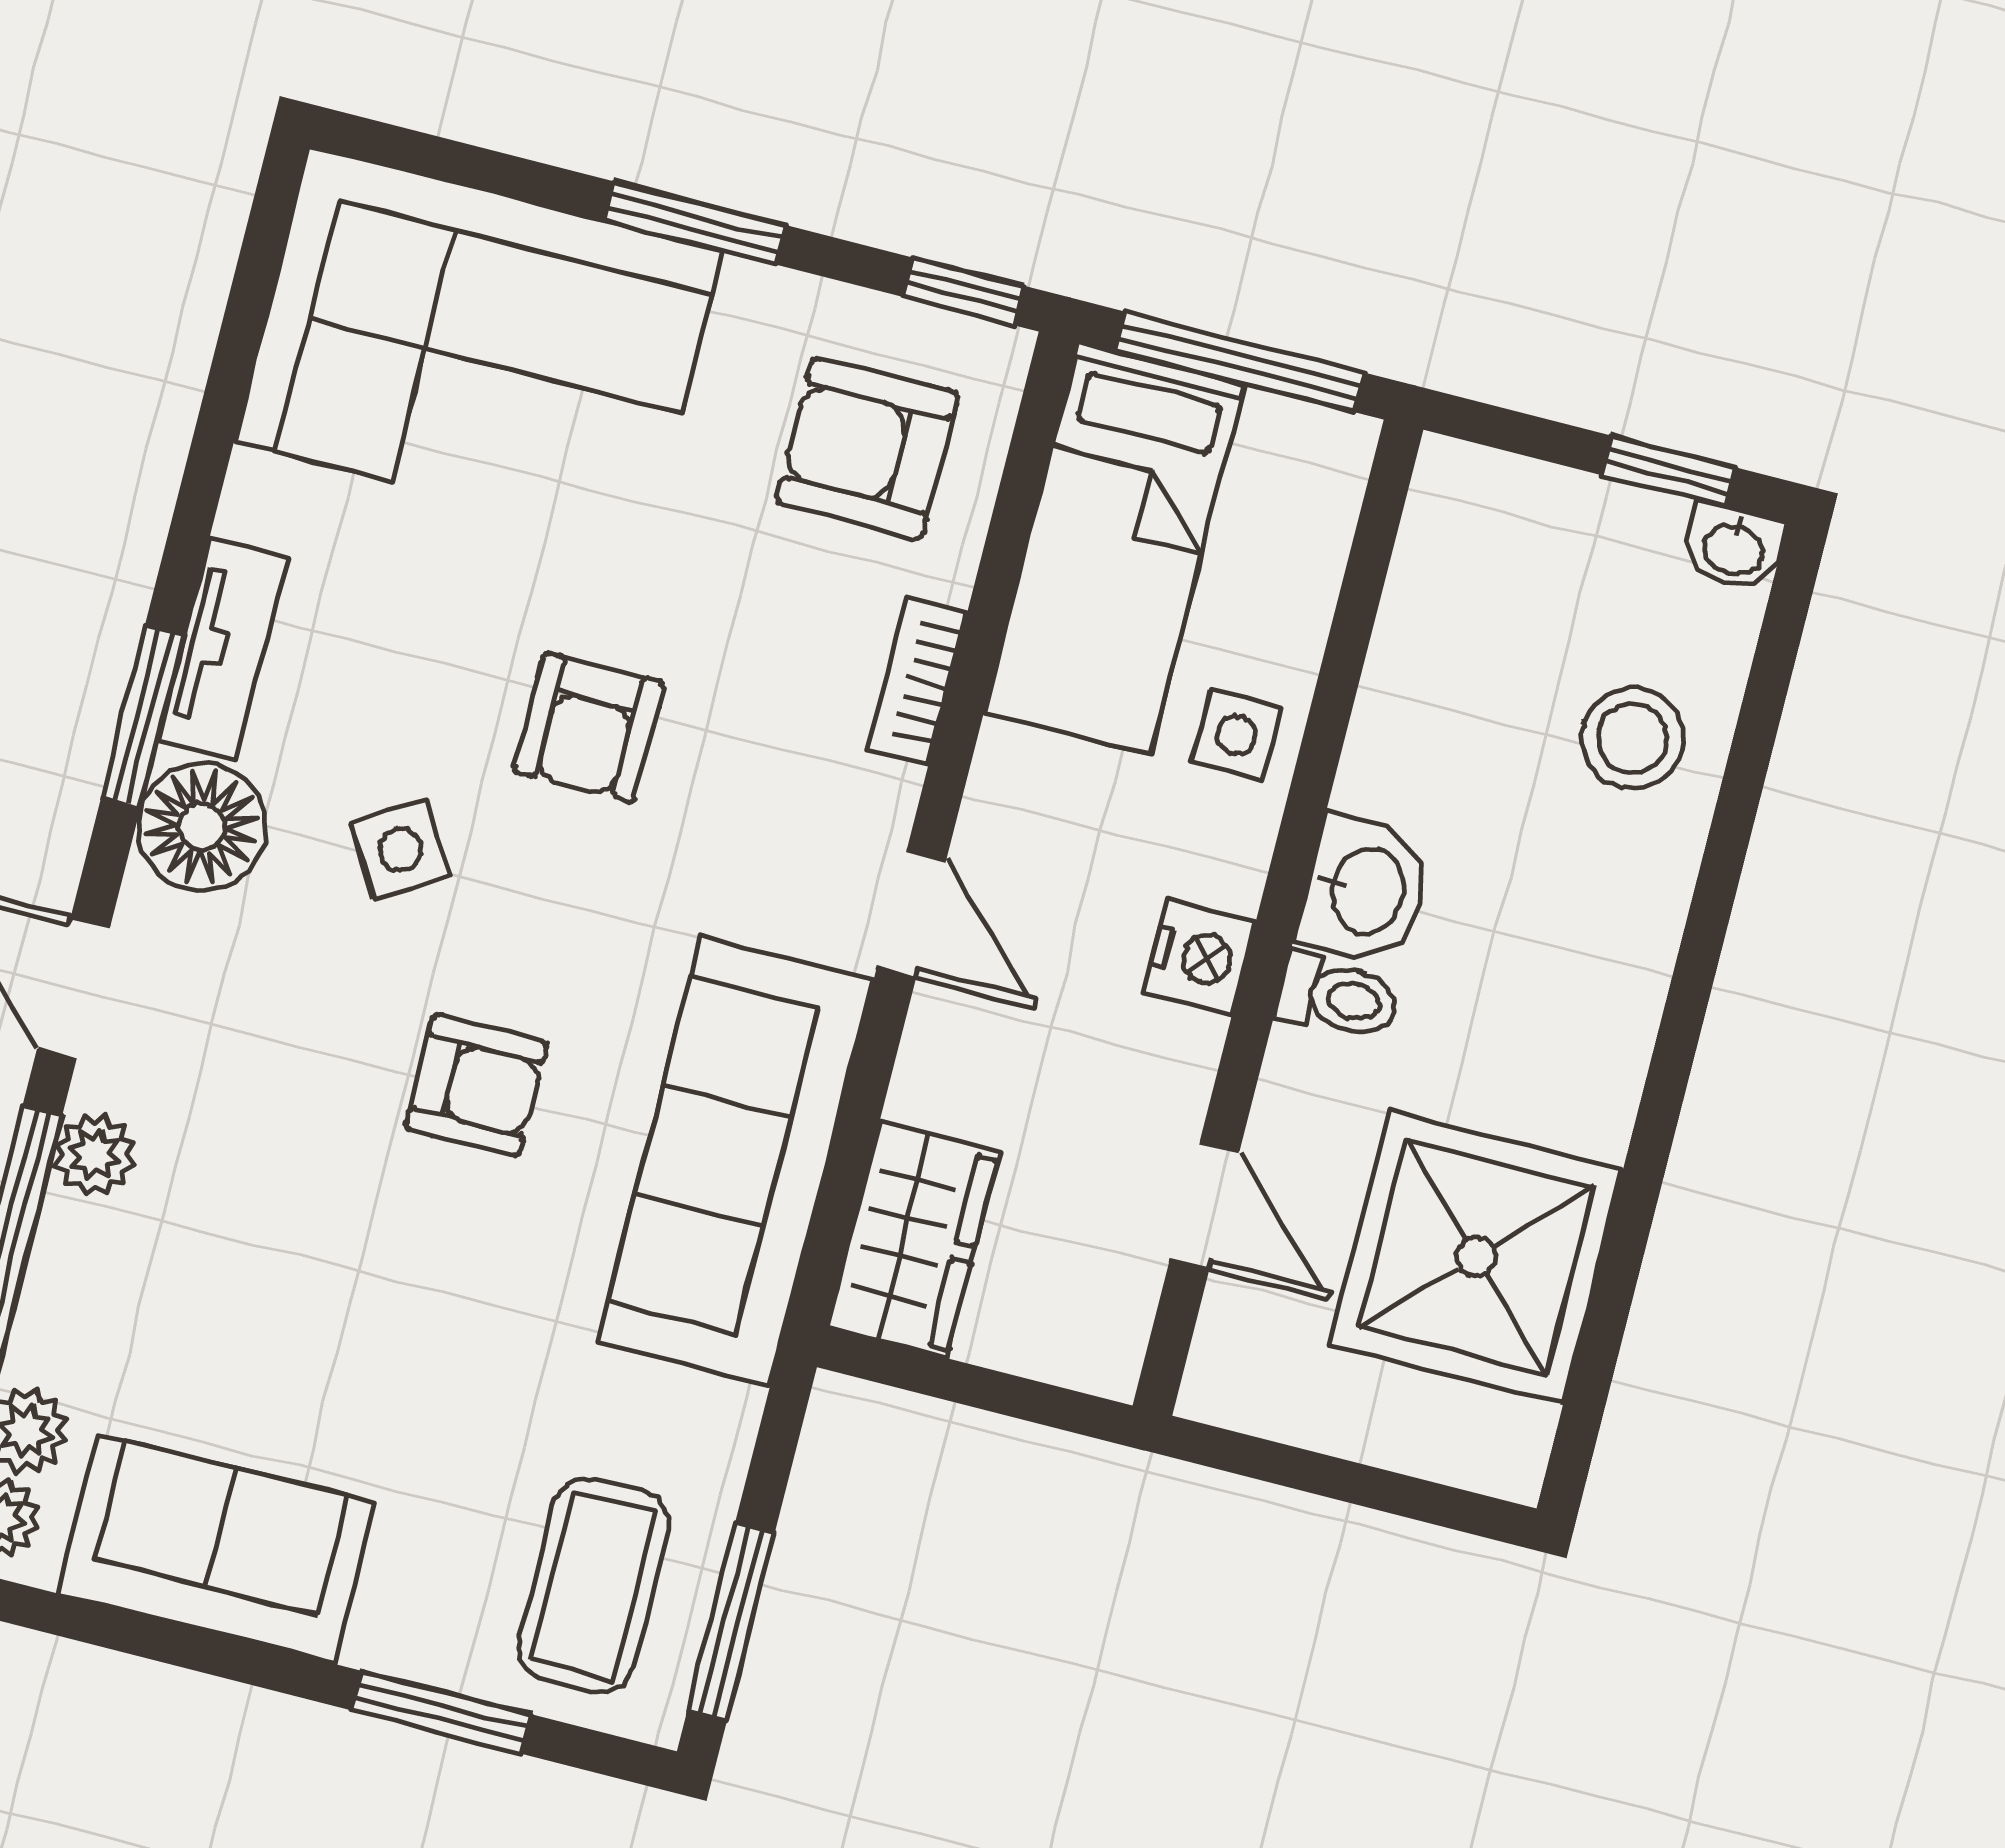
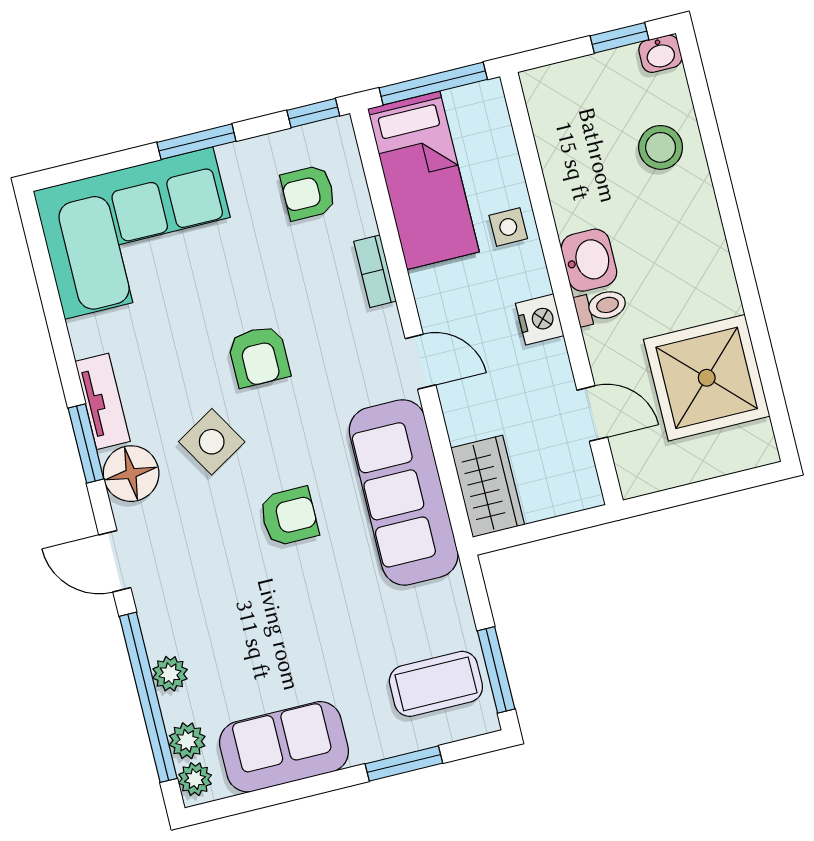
armchair: (867, 448) -> (308, 193), width x0.72, depth x0.72
side table: (400, 849) -> (212, 442), width x1.37, depth x1.37
plant: (95, 1155) -> (170, 674), moved
coffee table: (593, 1585) -> (436, 684), turned 90

